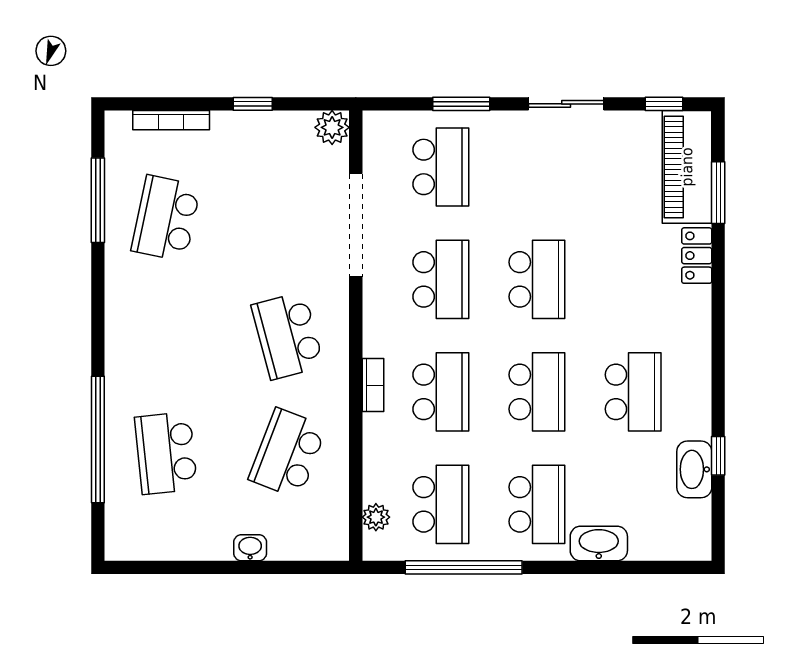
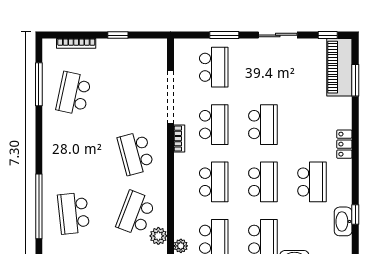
plant: (332, 127) -> (158, 236), moved
locker: (697, 256) -> (344, 144), moved
bookcase: (373, 385) -> (179, 139), moved

